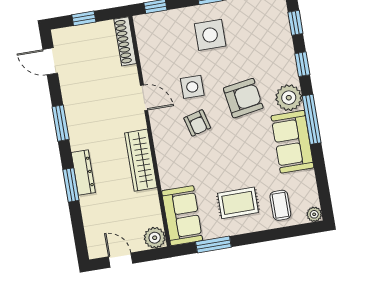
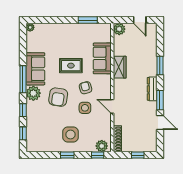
plant: (151, 24) -> (102, 146), added
door: (50, 61) -> (160, 123), moved
armchair: (243, 98) -> (58, 97), turned -72
wardrobe: (141, 160) -> (120, 67), width x0.67
dresser: (83, 173) -> (152, 89), moved
rug: (238, 203) -> (71, 66), moved
coffee table: (280, 205) -> (48, 35), removed
sofa: (182, 216) -> (102, 58), moved

